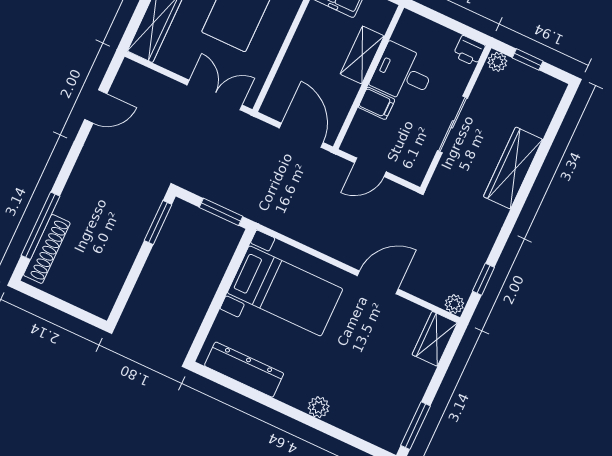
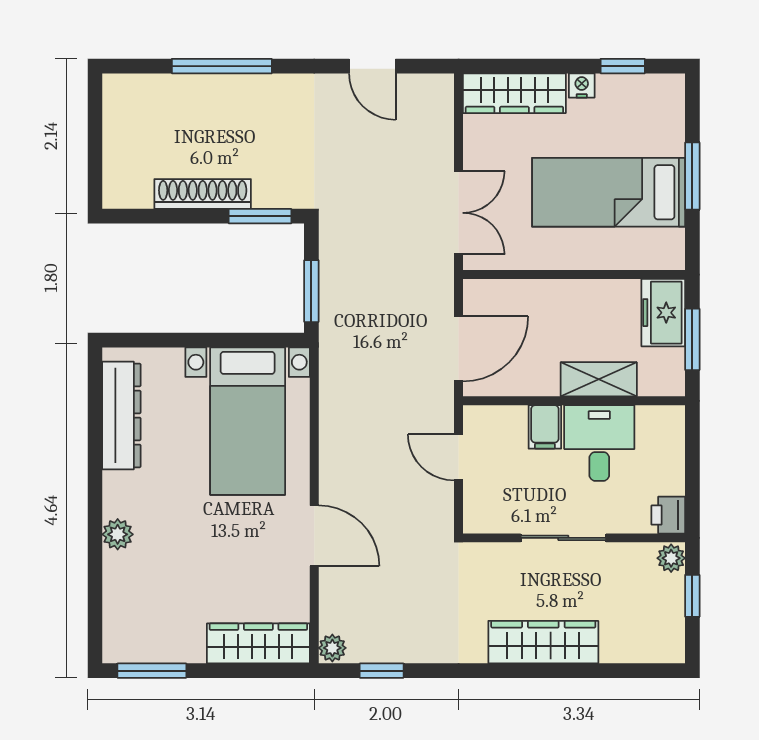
window: (40, 226) -> (222, 66), moved
shoe rack: (47, 249) -> (203, 194), moved, turned 180
wardrobe: (435, 339) -> (258, 643), width x1.50

